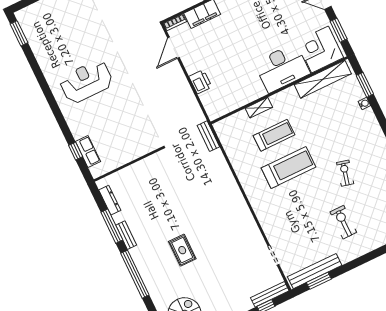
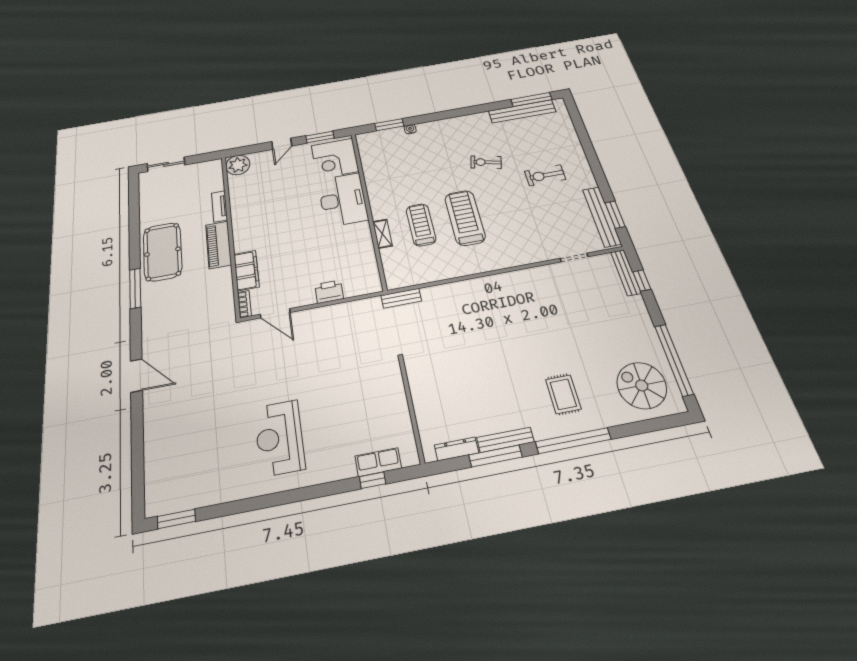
shelving: (323, 79) -> (370, 162), removed
bench: (126, 235) -> (505, 440), width x1.36
rug: (182, 250) -> (563, 394), moved, turned 90

